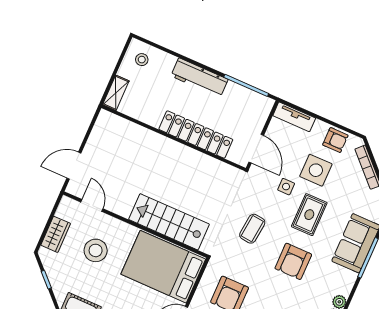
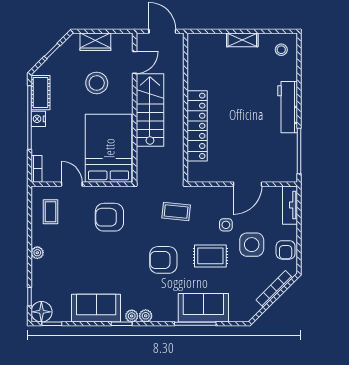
locker: (196, 134) -> (197, 126), moved
wall: (174, 138) -> (186, 108), moved
stairs: (169, 222) -> (150, 110), moved

